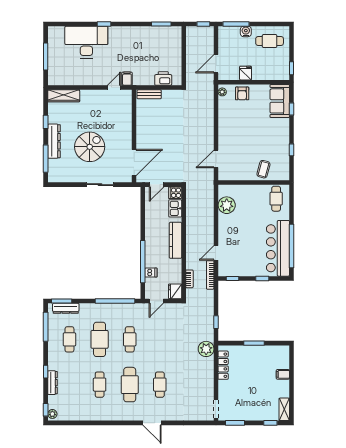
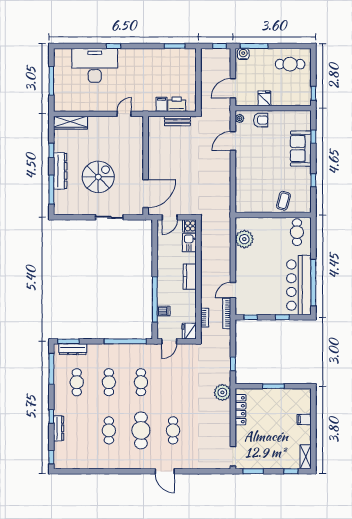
water cooler: (246, 31) -> (243, 54), moved
filing cabinet: (127, 79) -> (162, 104), moved
armchair: (242, 93) -> (261, 120), turned -90
bench: (149, 94) -> (177, 121), moved
sofa: (280, 101) -> (301, 149), moved
door: (216, 159) -> (233, 141), moved
kitchen counter: (175, 240) -> (190, 277), width x0.67
cafe table: (100, 339) -> (109, 382), width x0.73, depth x0.74
plant: (52, 414) -> (59, 462), removed

